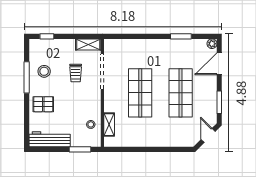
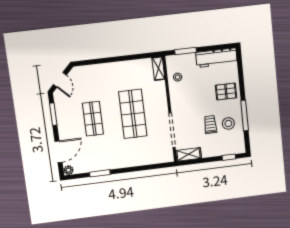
trolley: (76, 73) -> (210, 125), moved
shop shelf: (181, 93) -> (93, 119), width x0.70, depth x0.74
shelving: (109, 125) -> (158, 68), moved

